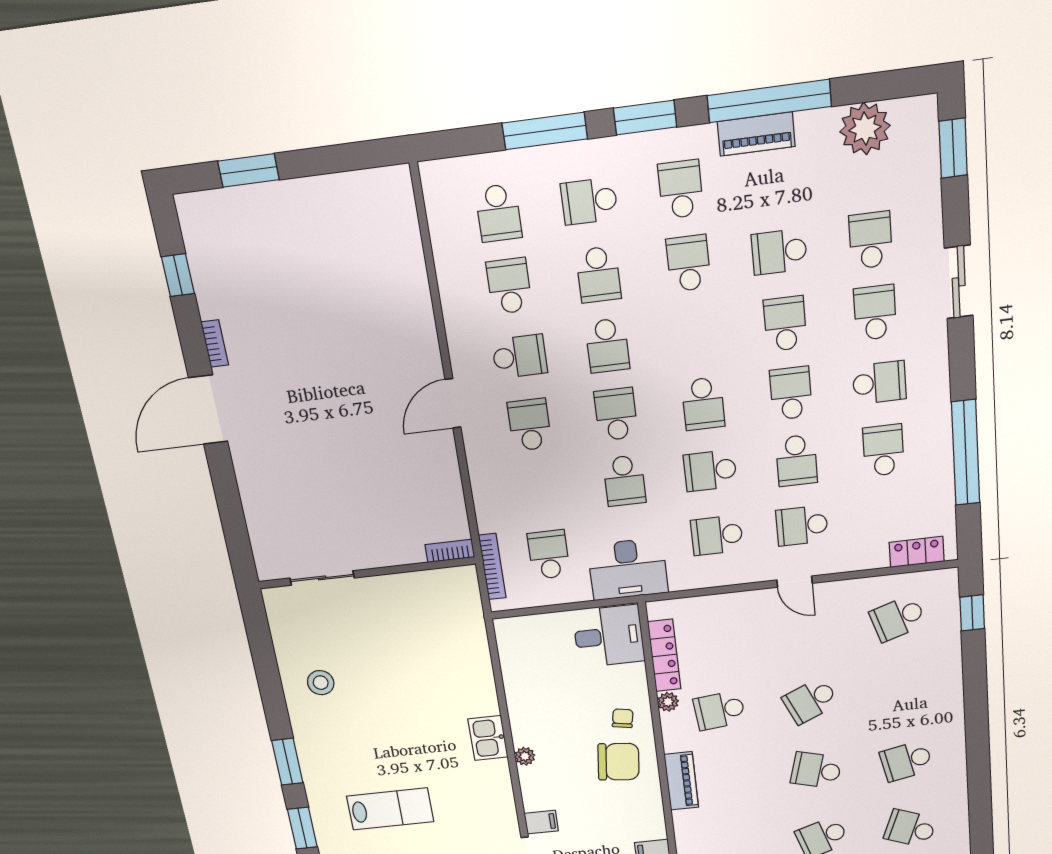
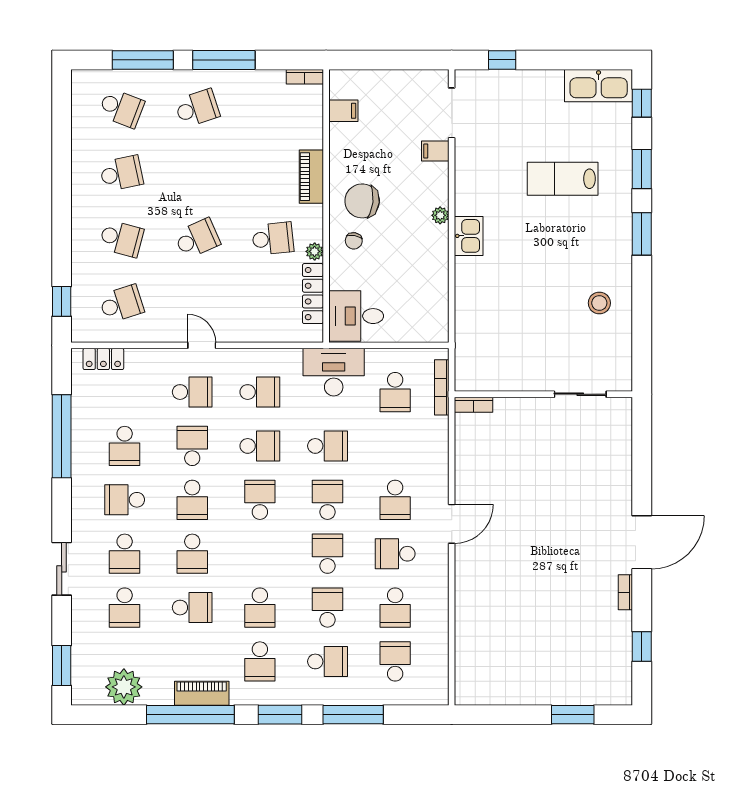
school desk: (616, 414) -> (327, 500), turned 180
school desk: (624, 481) -> (327, 446), turned 90
school desk: (816, 770) -> (121, 239), moved

